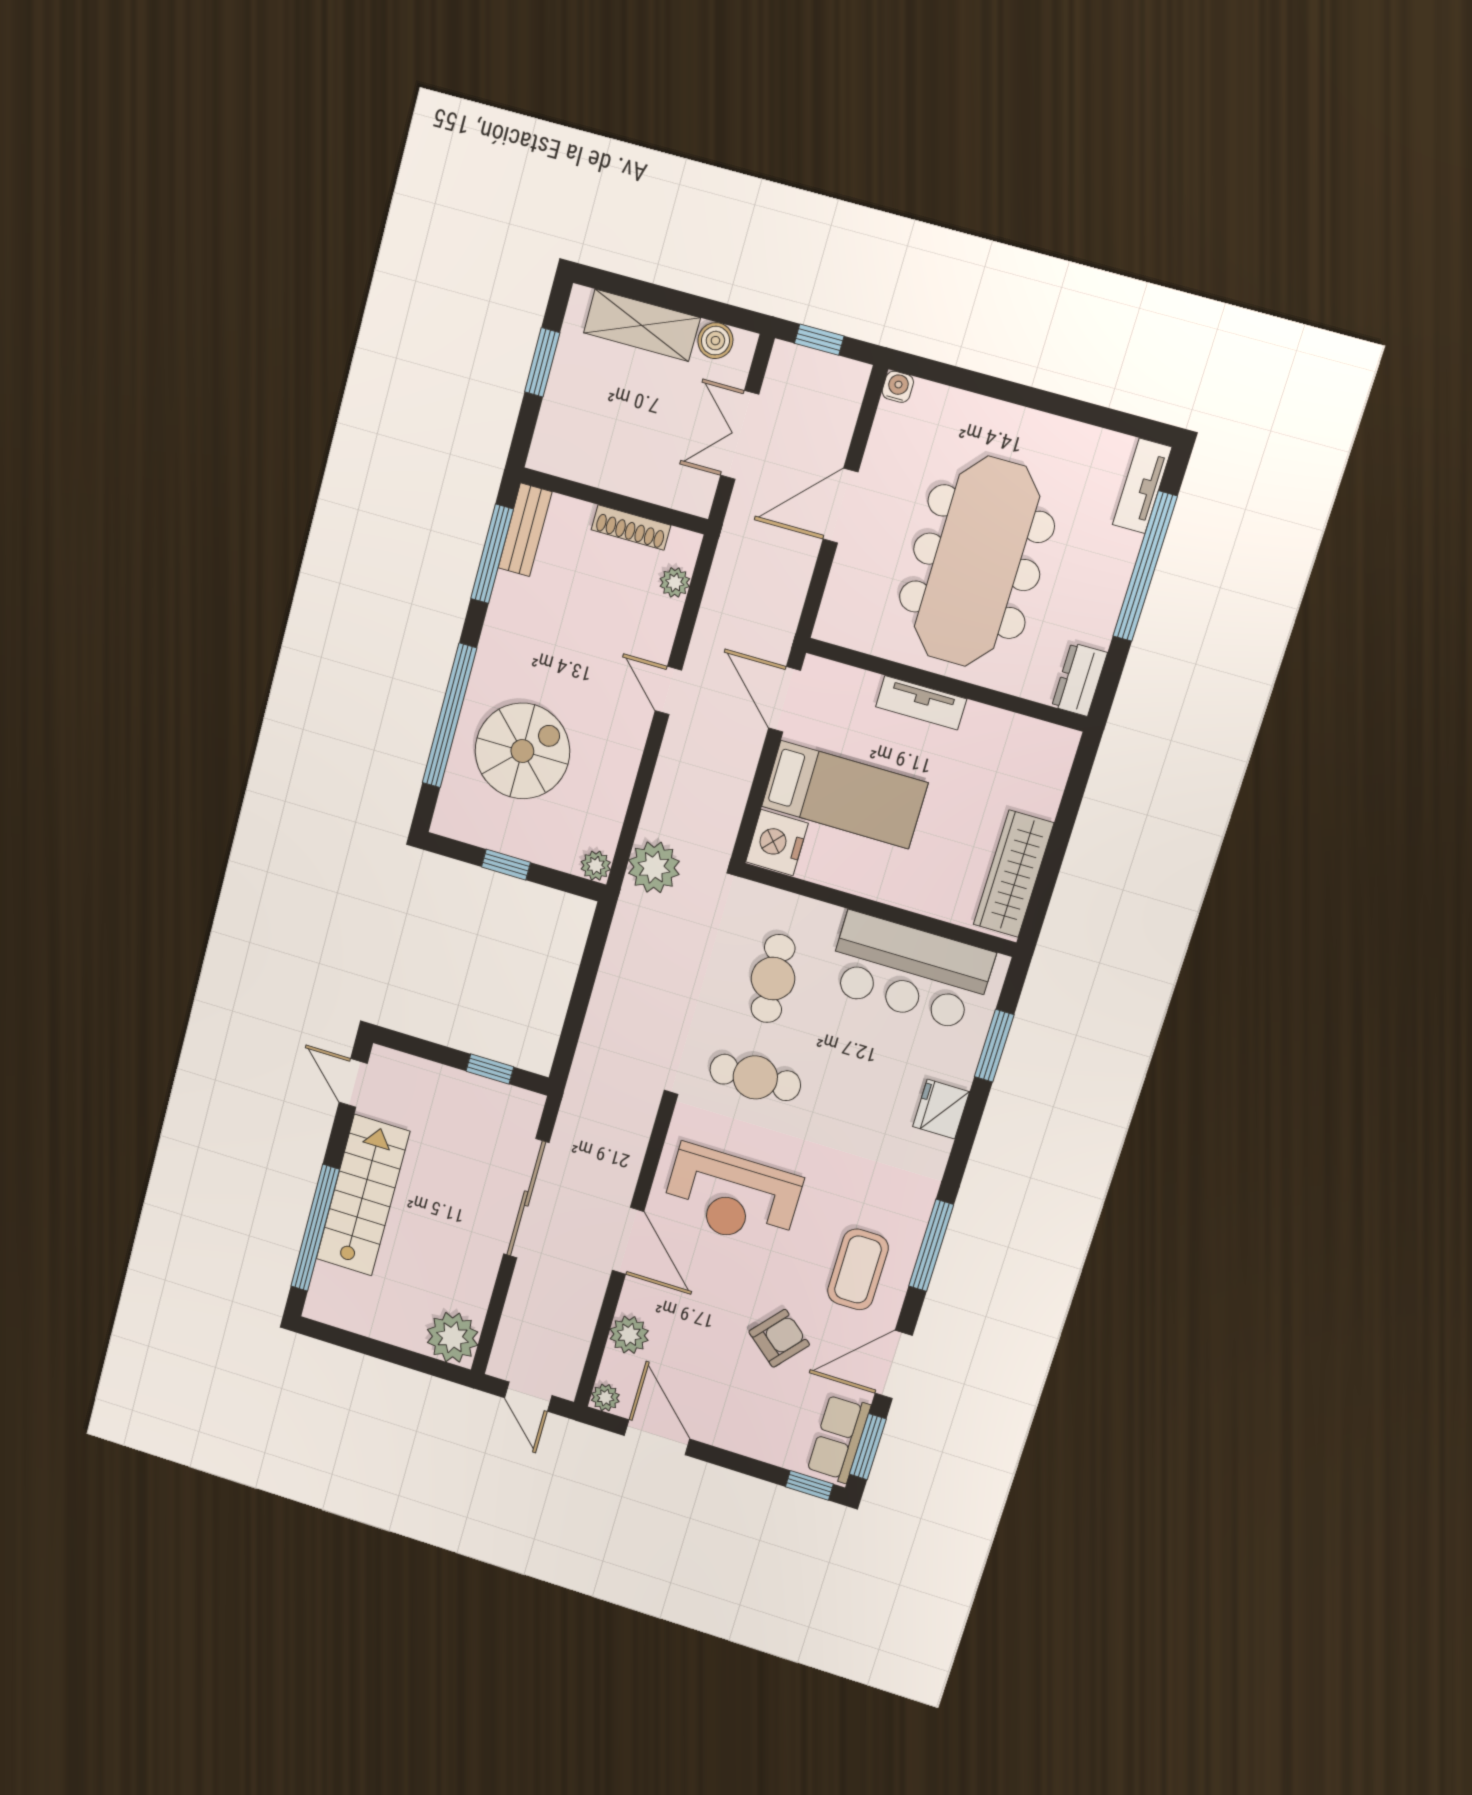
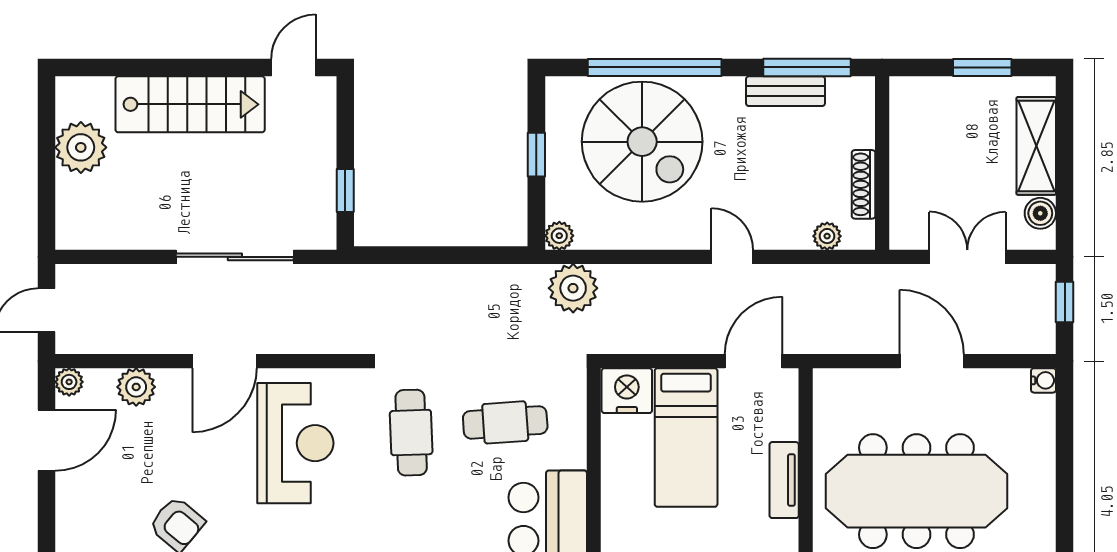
bench: (525, 530) -> (785, 91), moved
door: (668, 691) -> (732, 257), hinge flipped
spiral stairs: (522, 751) -> (642, 142), width x1.37, depth x1.37
reception desk: (732, 1197) -> (295, 443), turned 180
window: (315, 1228) -> (145, 67), removed
plant: (453, 1337) -> (81, 147), moved

